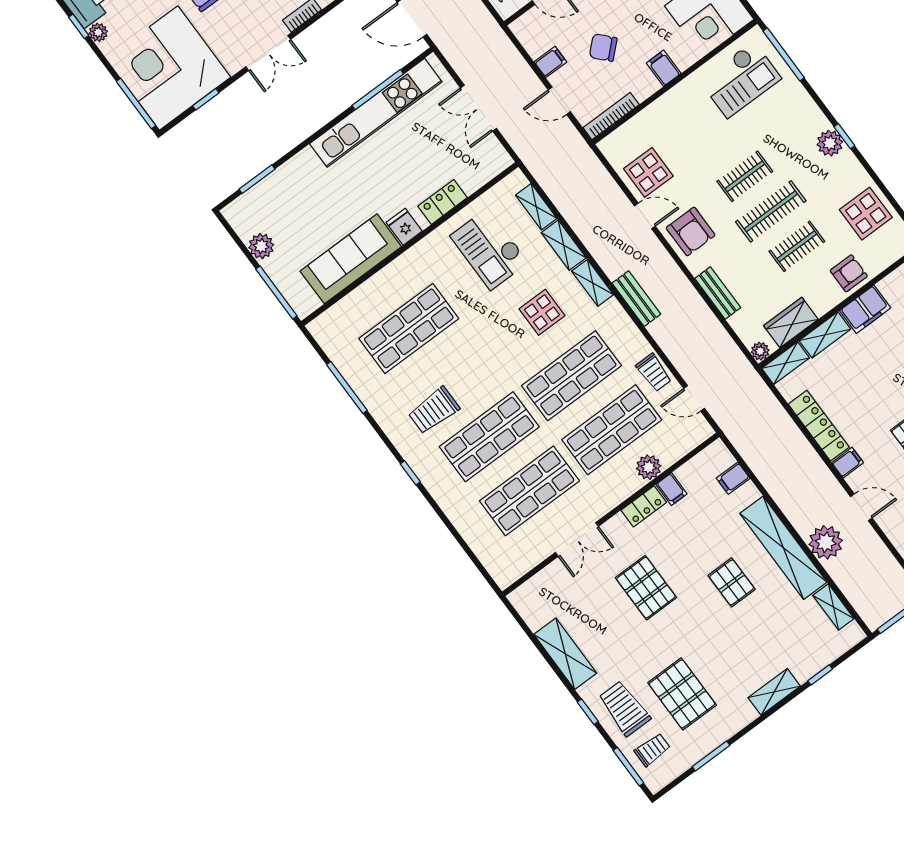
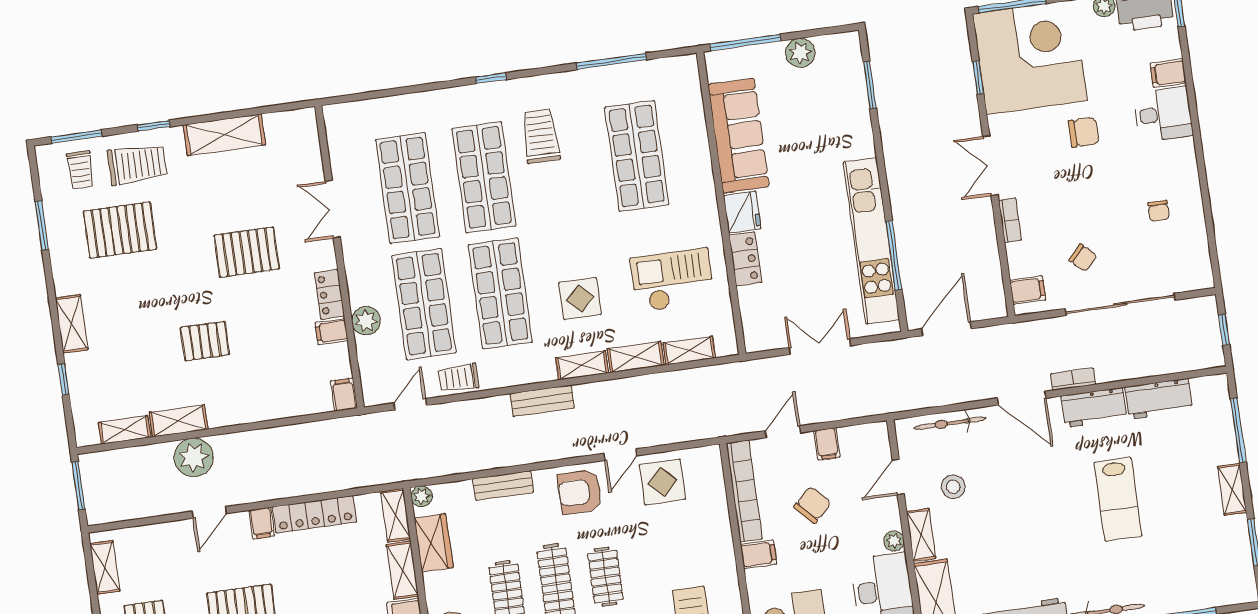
bookcase: (611, 116) -> (744, 491), width x1.48, depth x1.31
fridge: (404, 227) -> (742, 212), width x1.38
filing cabinet: (733, 478) -> (344, 395), moved
shelving: (783, 548) -> (179, 421), width x0.45, depth x0.75

